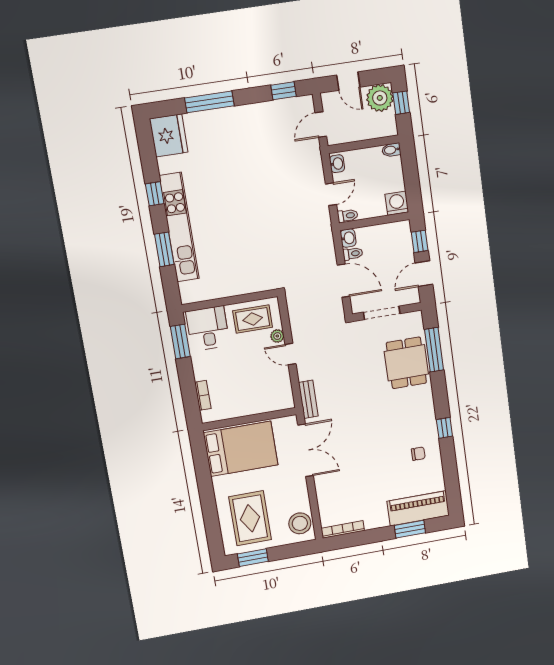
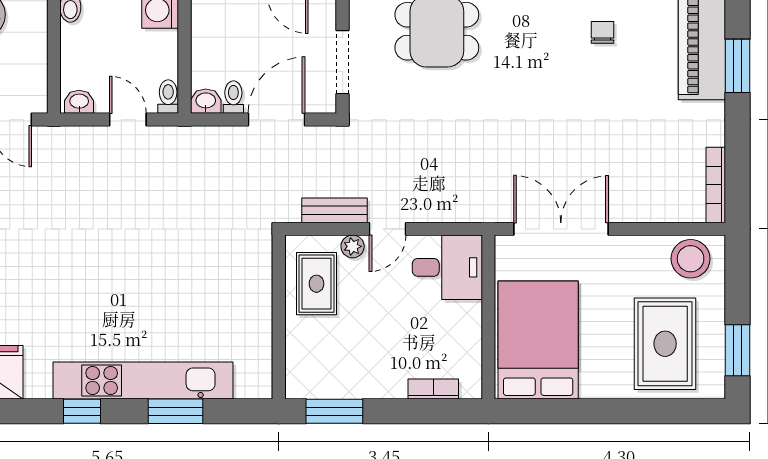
desk: (208, 328) -> (447, 267), moved, turned 180
bench: (308, 399) -> (334, 210), moved
rug: (250, 518) -> (665, 344), turned 90

